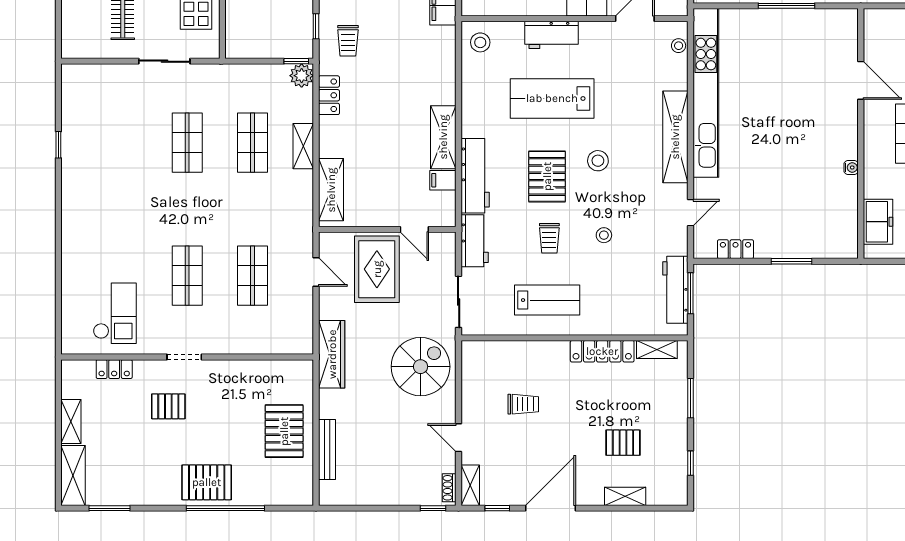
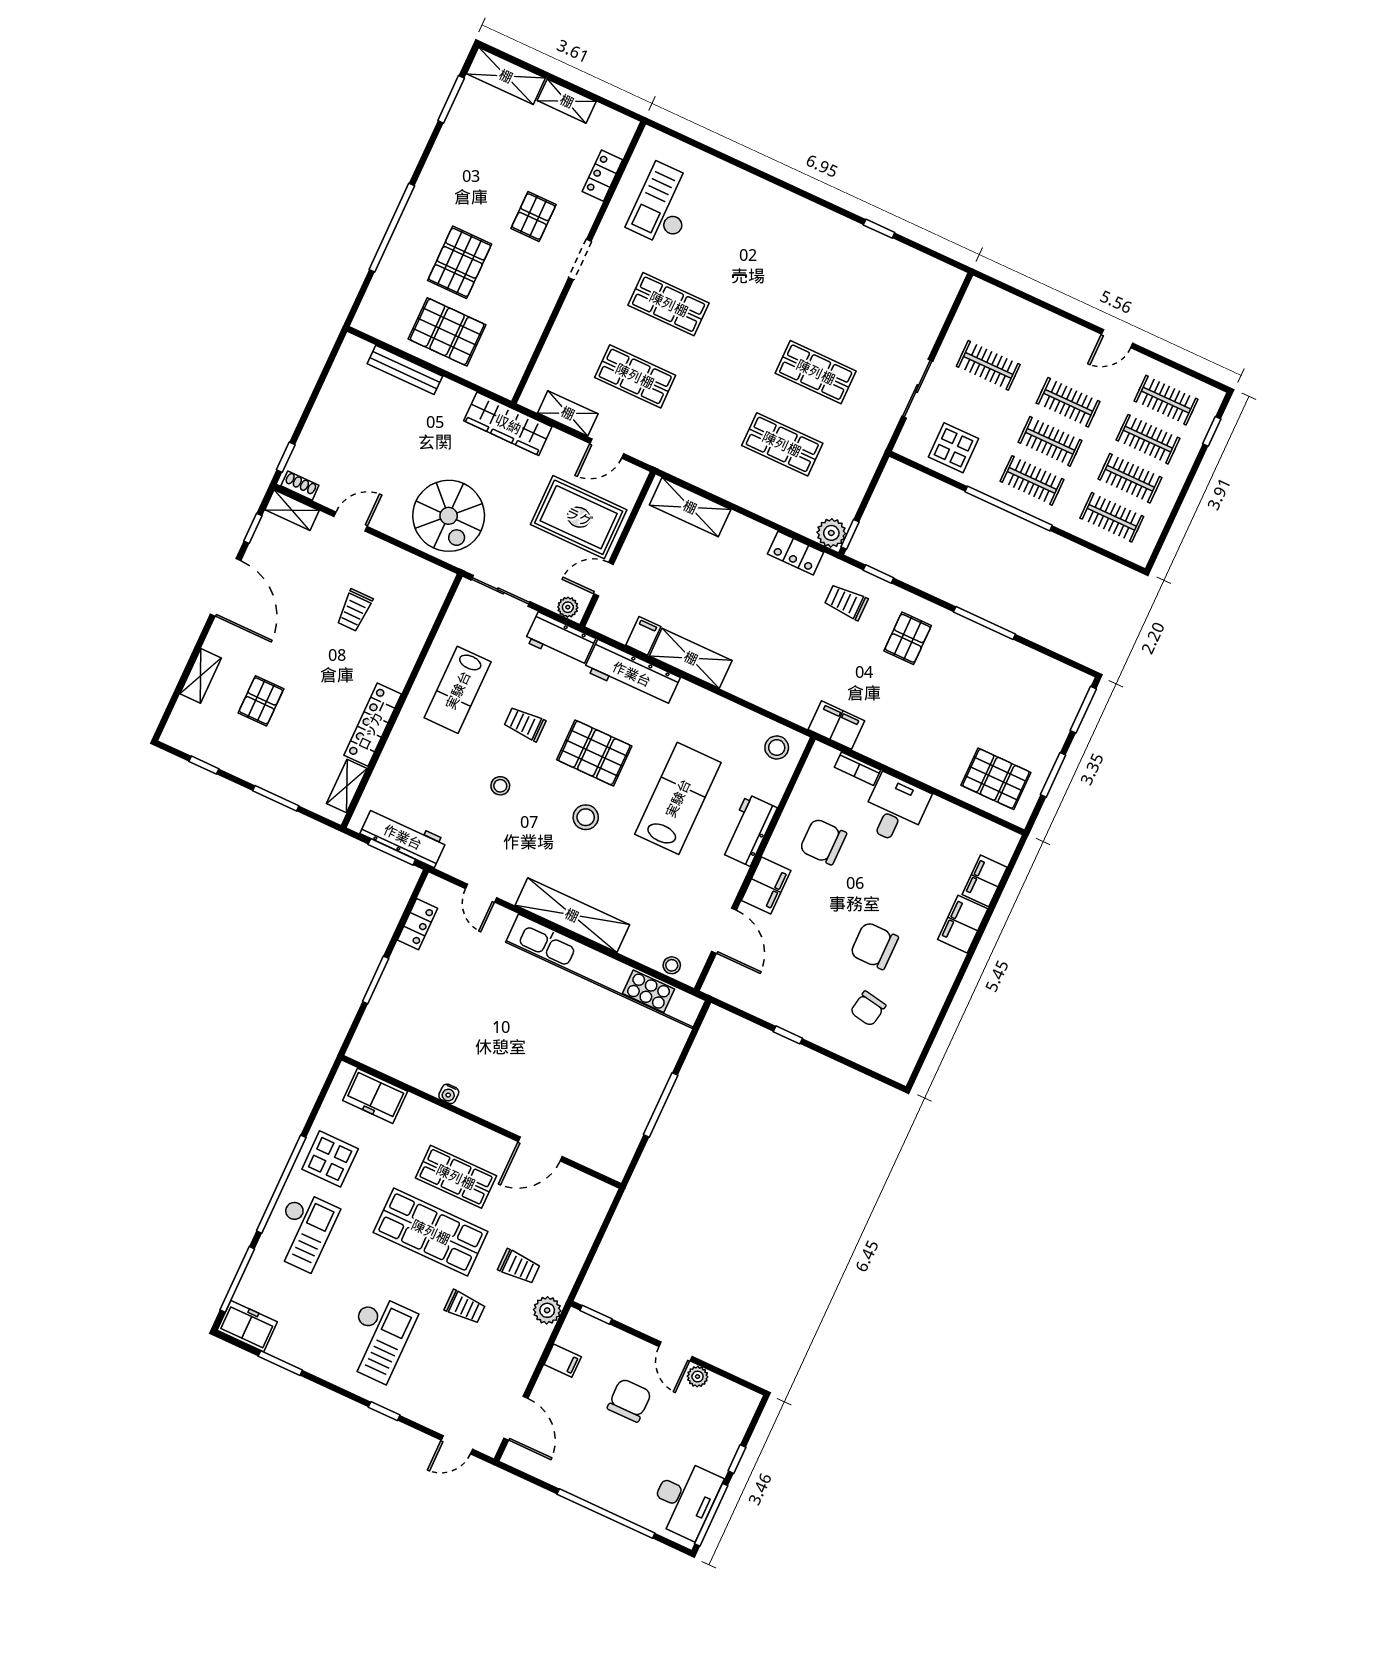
shelving: (303, 146) -> (568, 413), moved
plant: (448, 246) -> (568, 607), added
checkout: (115, 313) -> (664, 205), turned 90
pallet: (207, 482) -> (460, 262), moved

